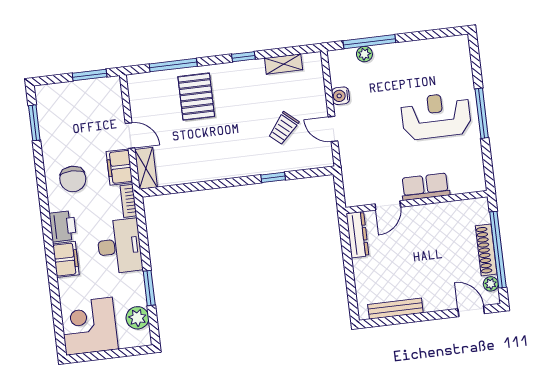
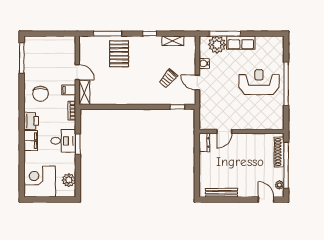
plant: (364, 54) -> (217, 45), width x1.87, depth x1.87
window: (90, 75) -> (58, 34), removed
window: (482, 113) -> (286, 84), width x1.46
window: (34, 123) -> (22, 58), width x1.44
filing cabinet: (119, 167) -> (69, 90), width x0.50
window: (273, 177) -> (177, 107), moved
row of seats: (425, 187) -> (241, 43), moved, turned 180
dresser: (357, 235) -> (204, 142), width x0.70
desk: (119, 246) -> (63, 141), width x0.73
shoe rack: (486, 250) -> (279, 152), moved
window: (149, 288) -> (78, 144), moved

